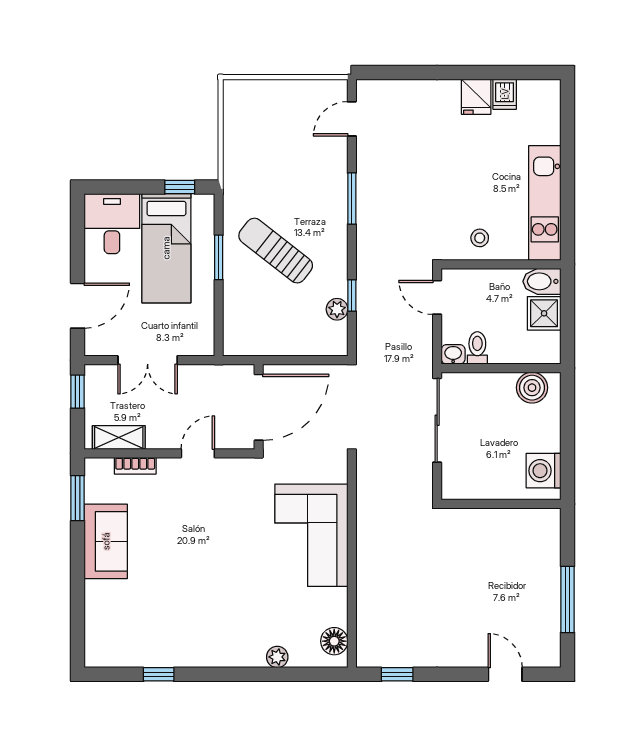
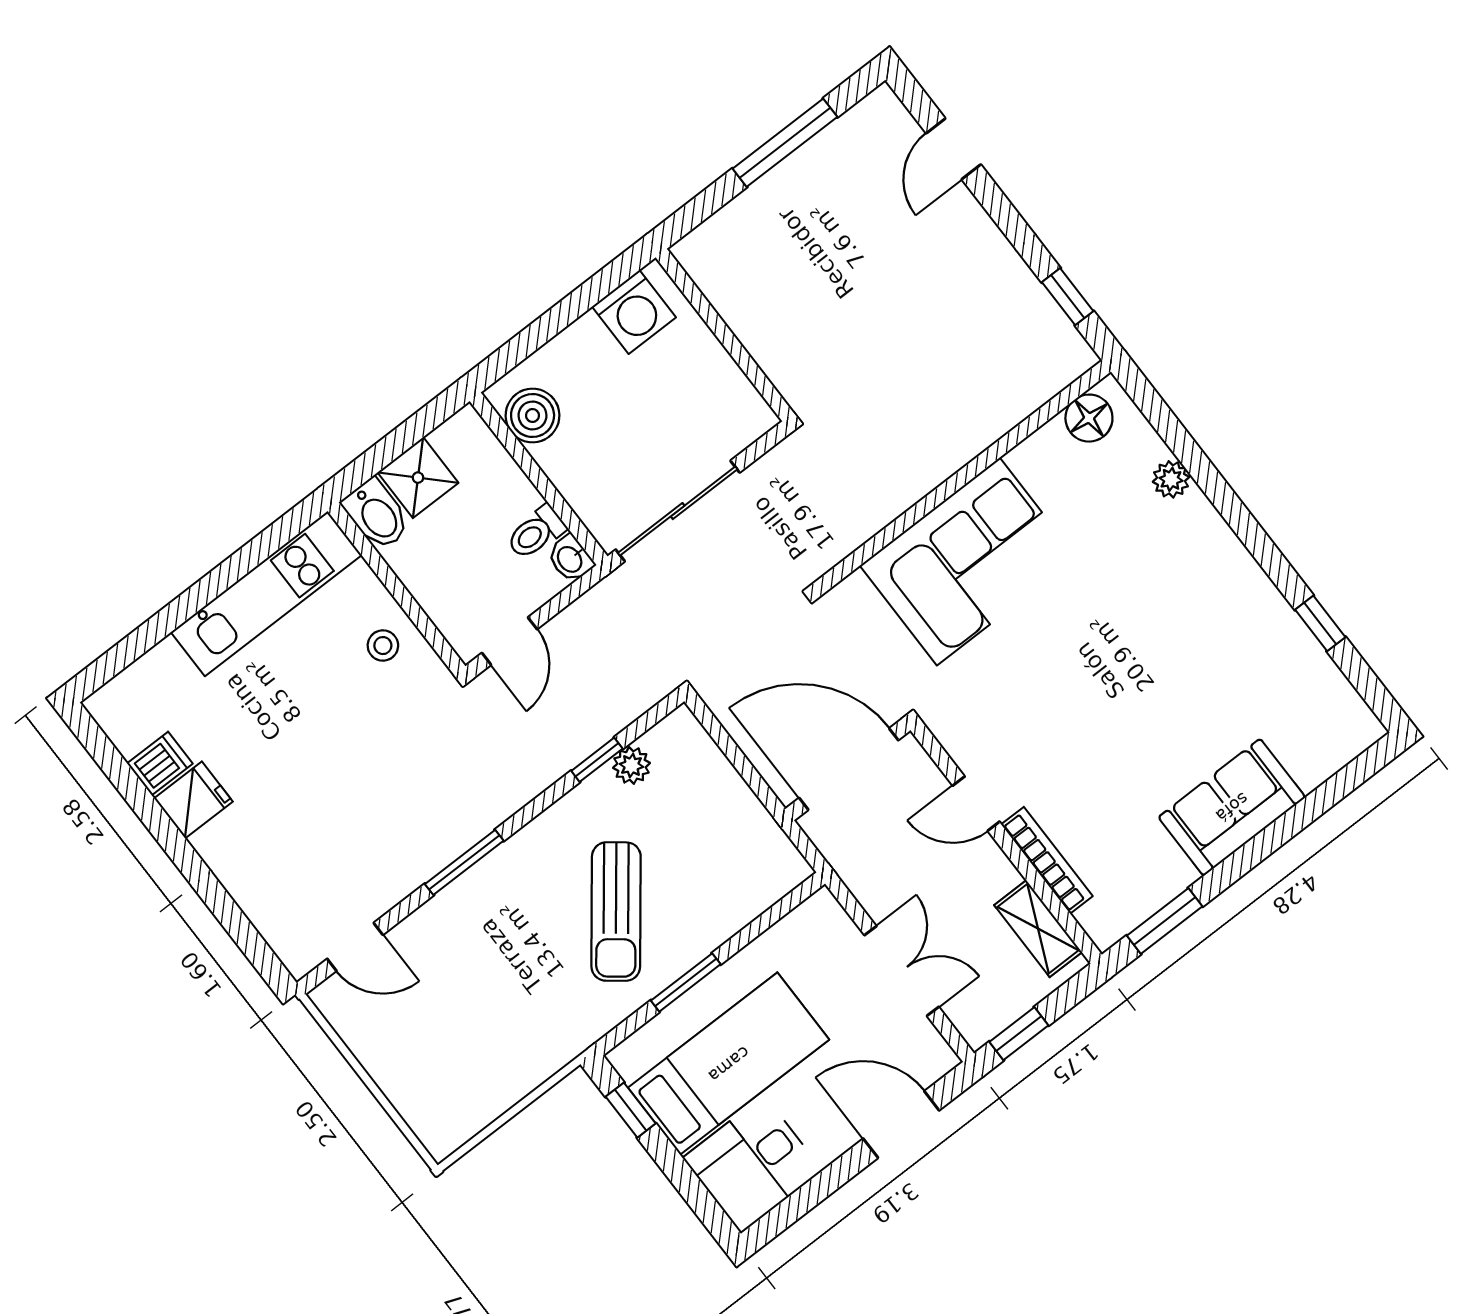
bookcase: (135, 466) -> (1047, 860), width x1.56
sofa: (106, 541) -> (1232, 807), moved

